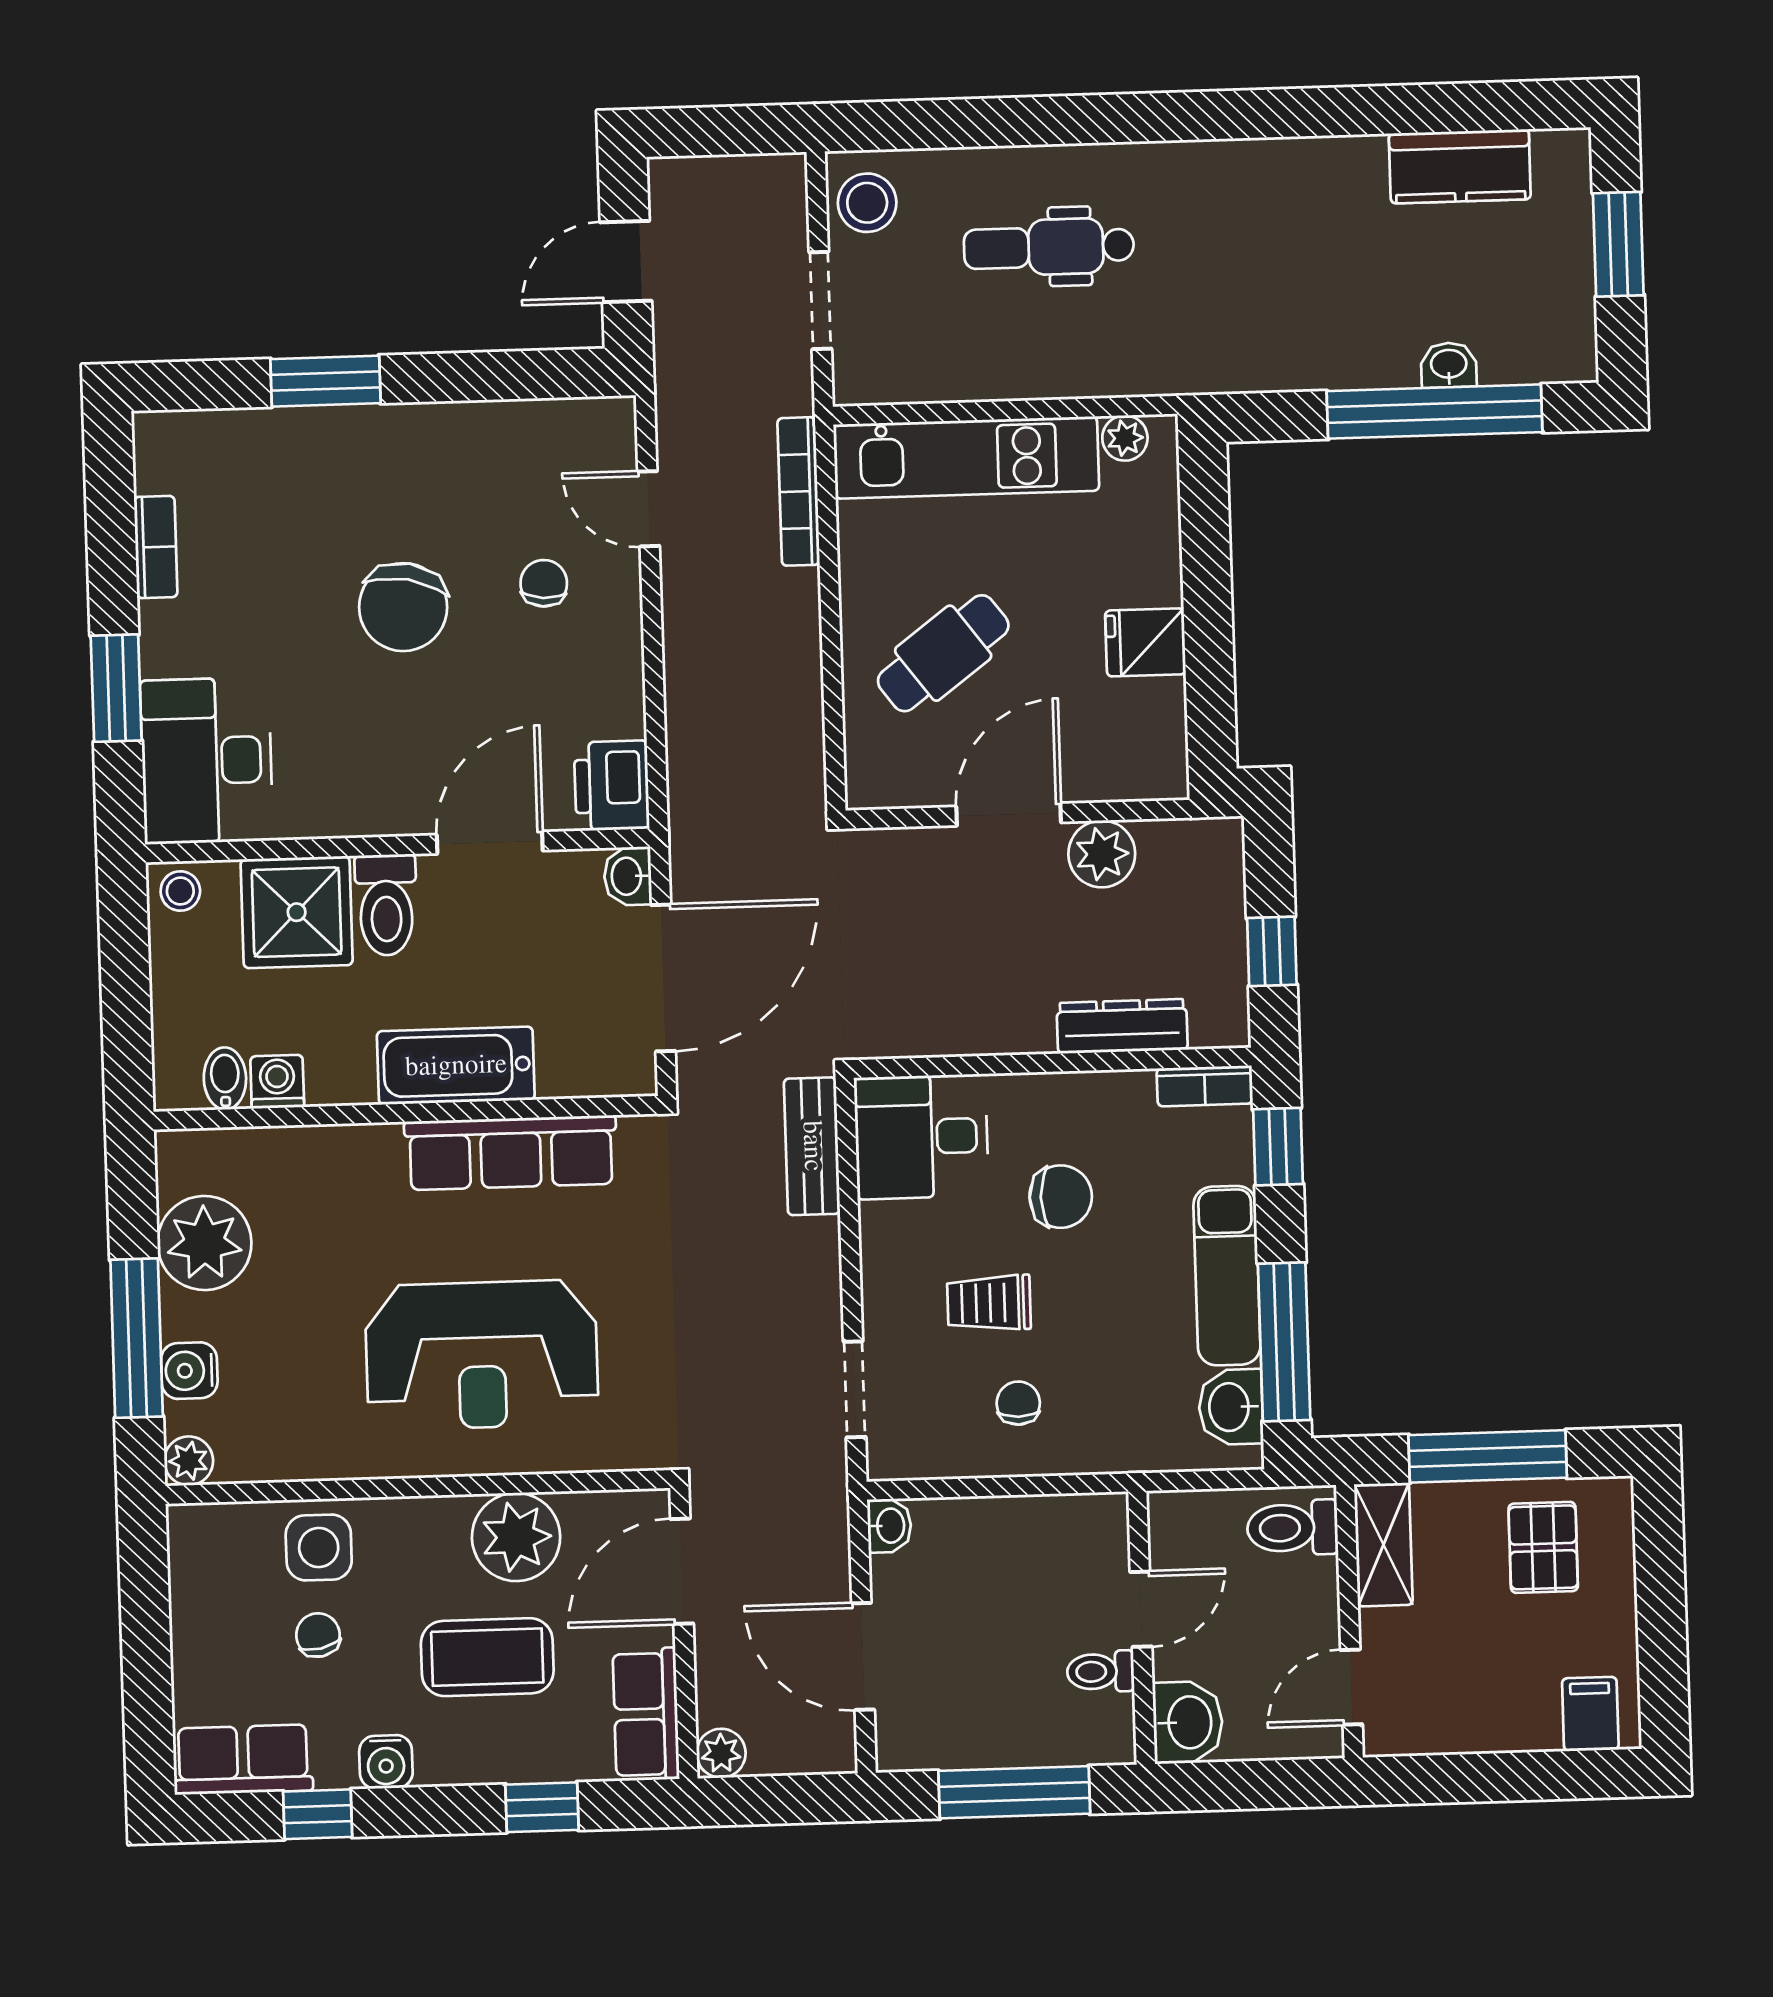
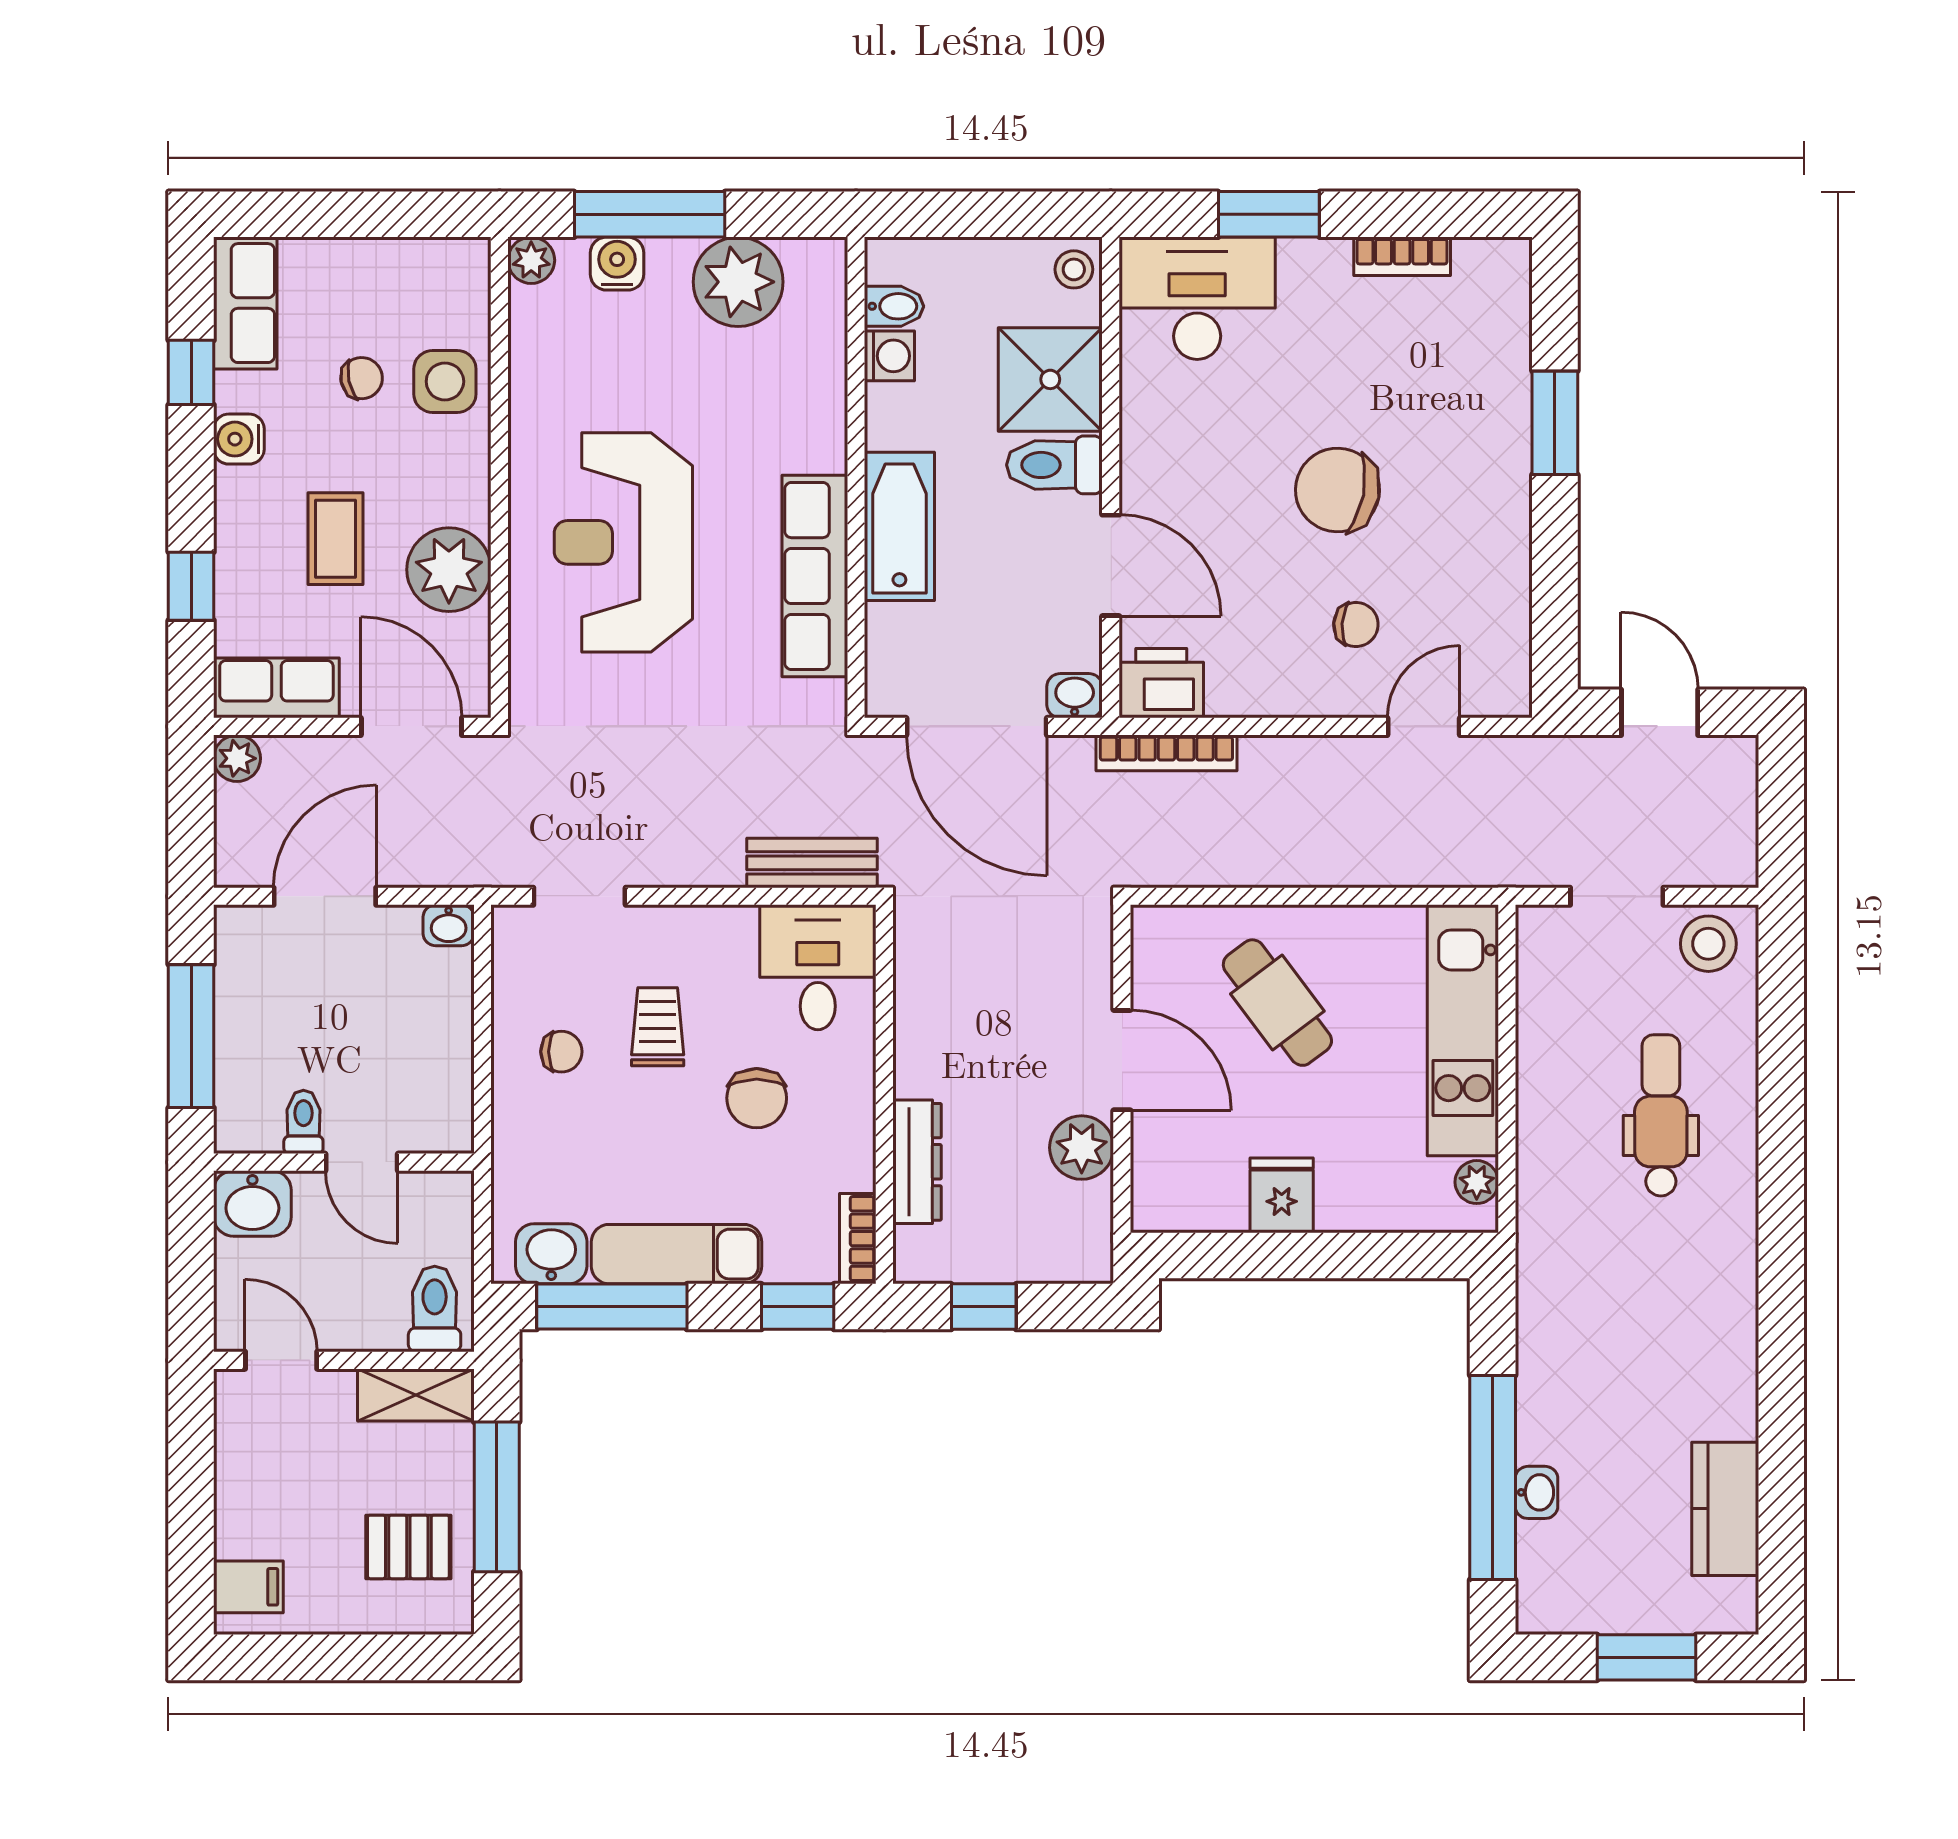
bookcase: (799, 491) -> (1166, 753), moved, turned 180
coffee table: (487, 1657) -> (335, 539), width x0.73, depth x0.77

